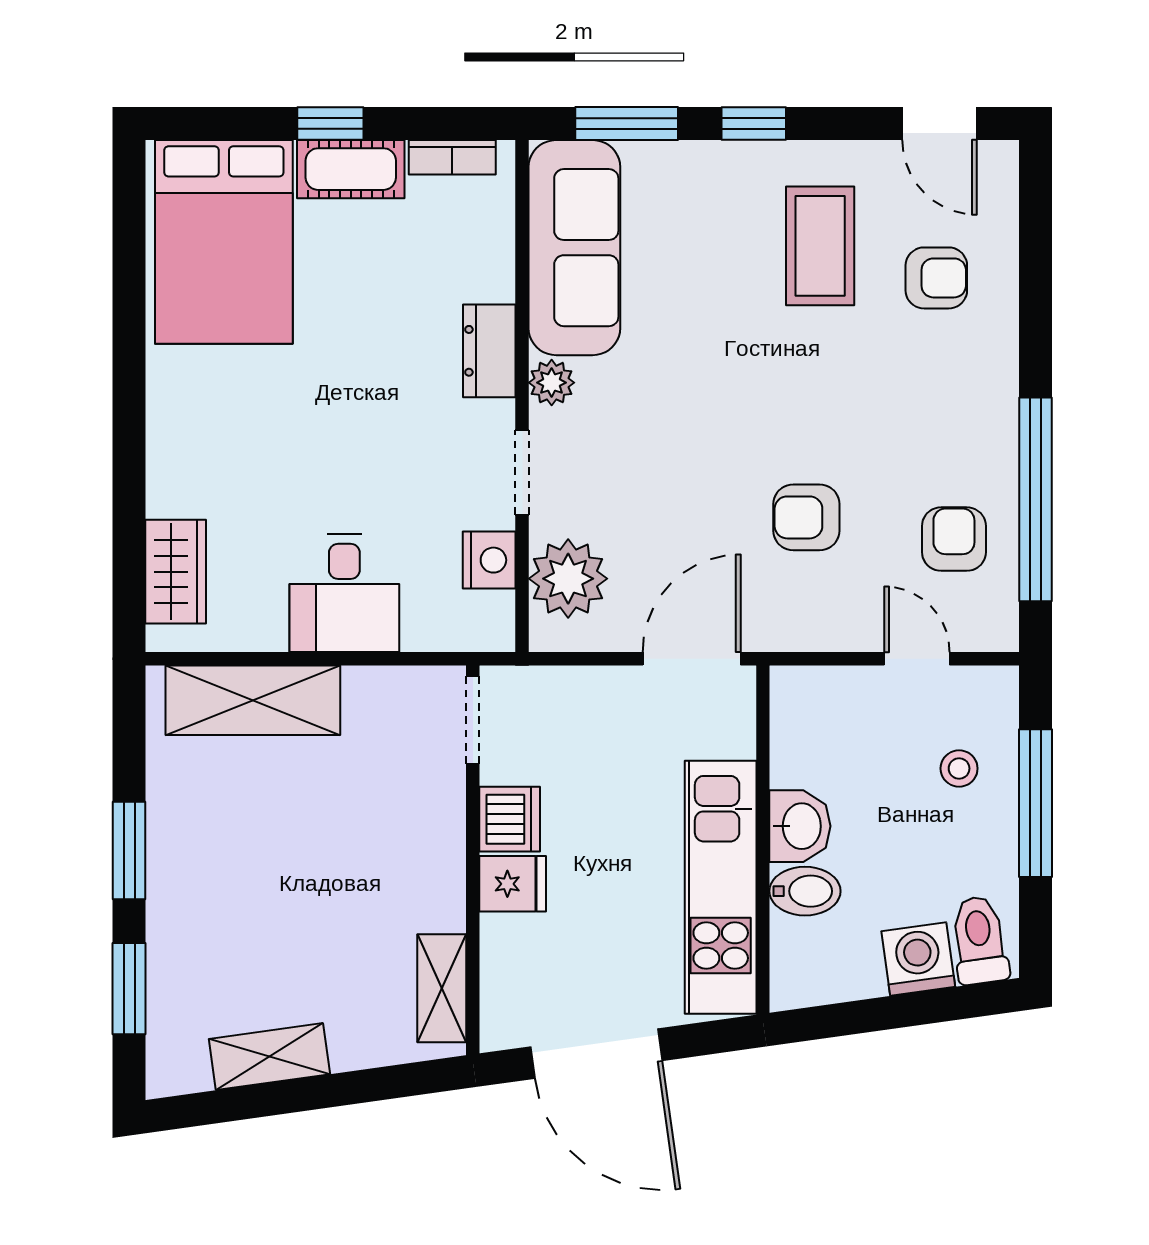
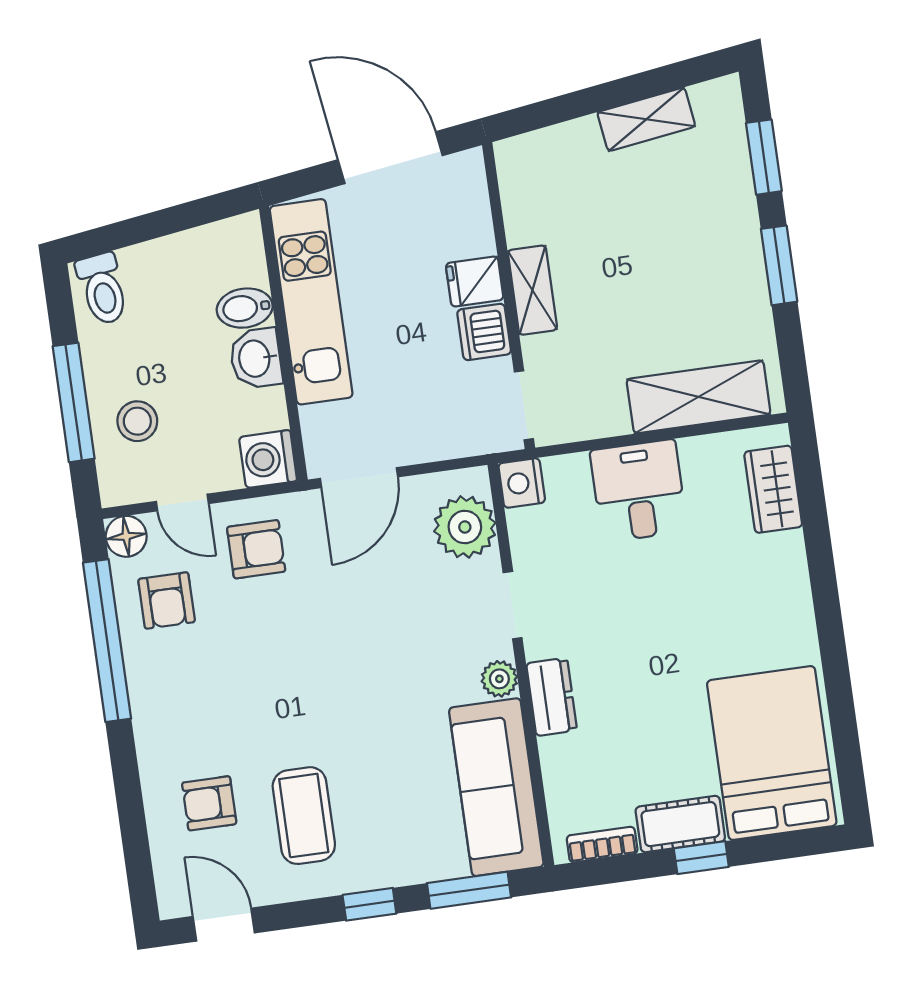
armchair: (806, 517) -> (256, 549), moved
nightstand: (489, 560) -> (522, 483), moved
floor lamp: (993, 626) -> (126, 536), added
stool: (959, 768) -> (137, 421), width x1.37, depth x1.37
washing machine: (918, 959) -> (268, 459), moved, turned 98
shelving: (442, 988) -> (532, 290), moved

